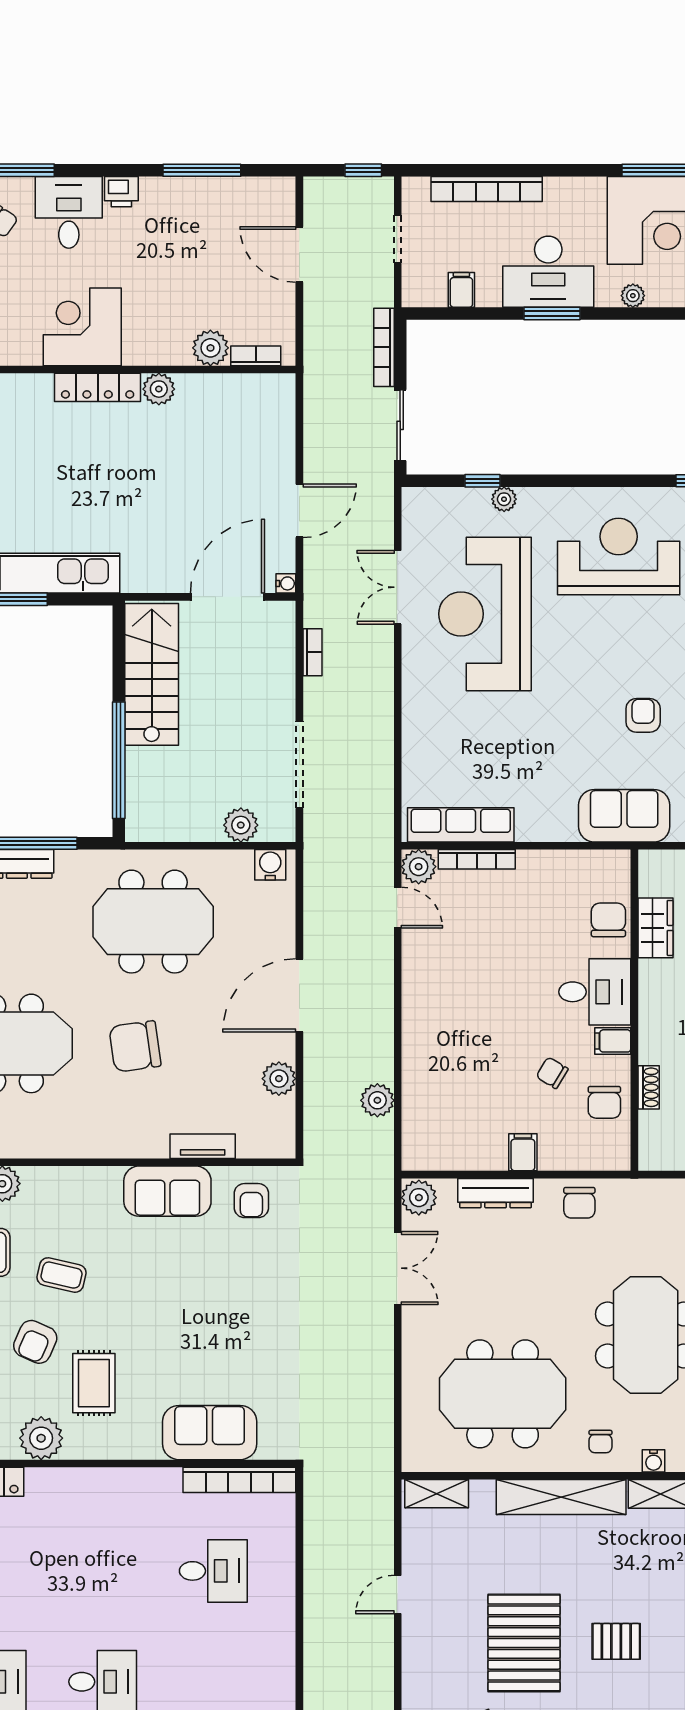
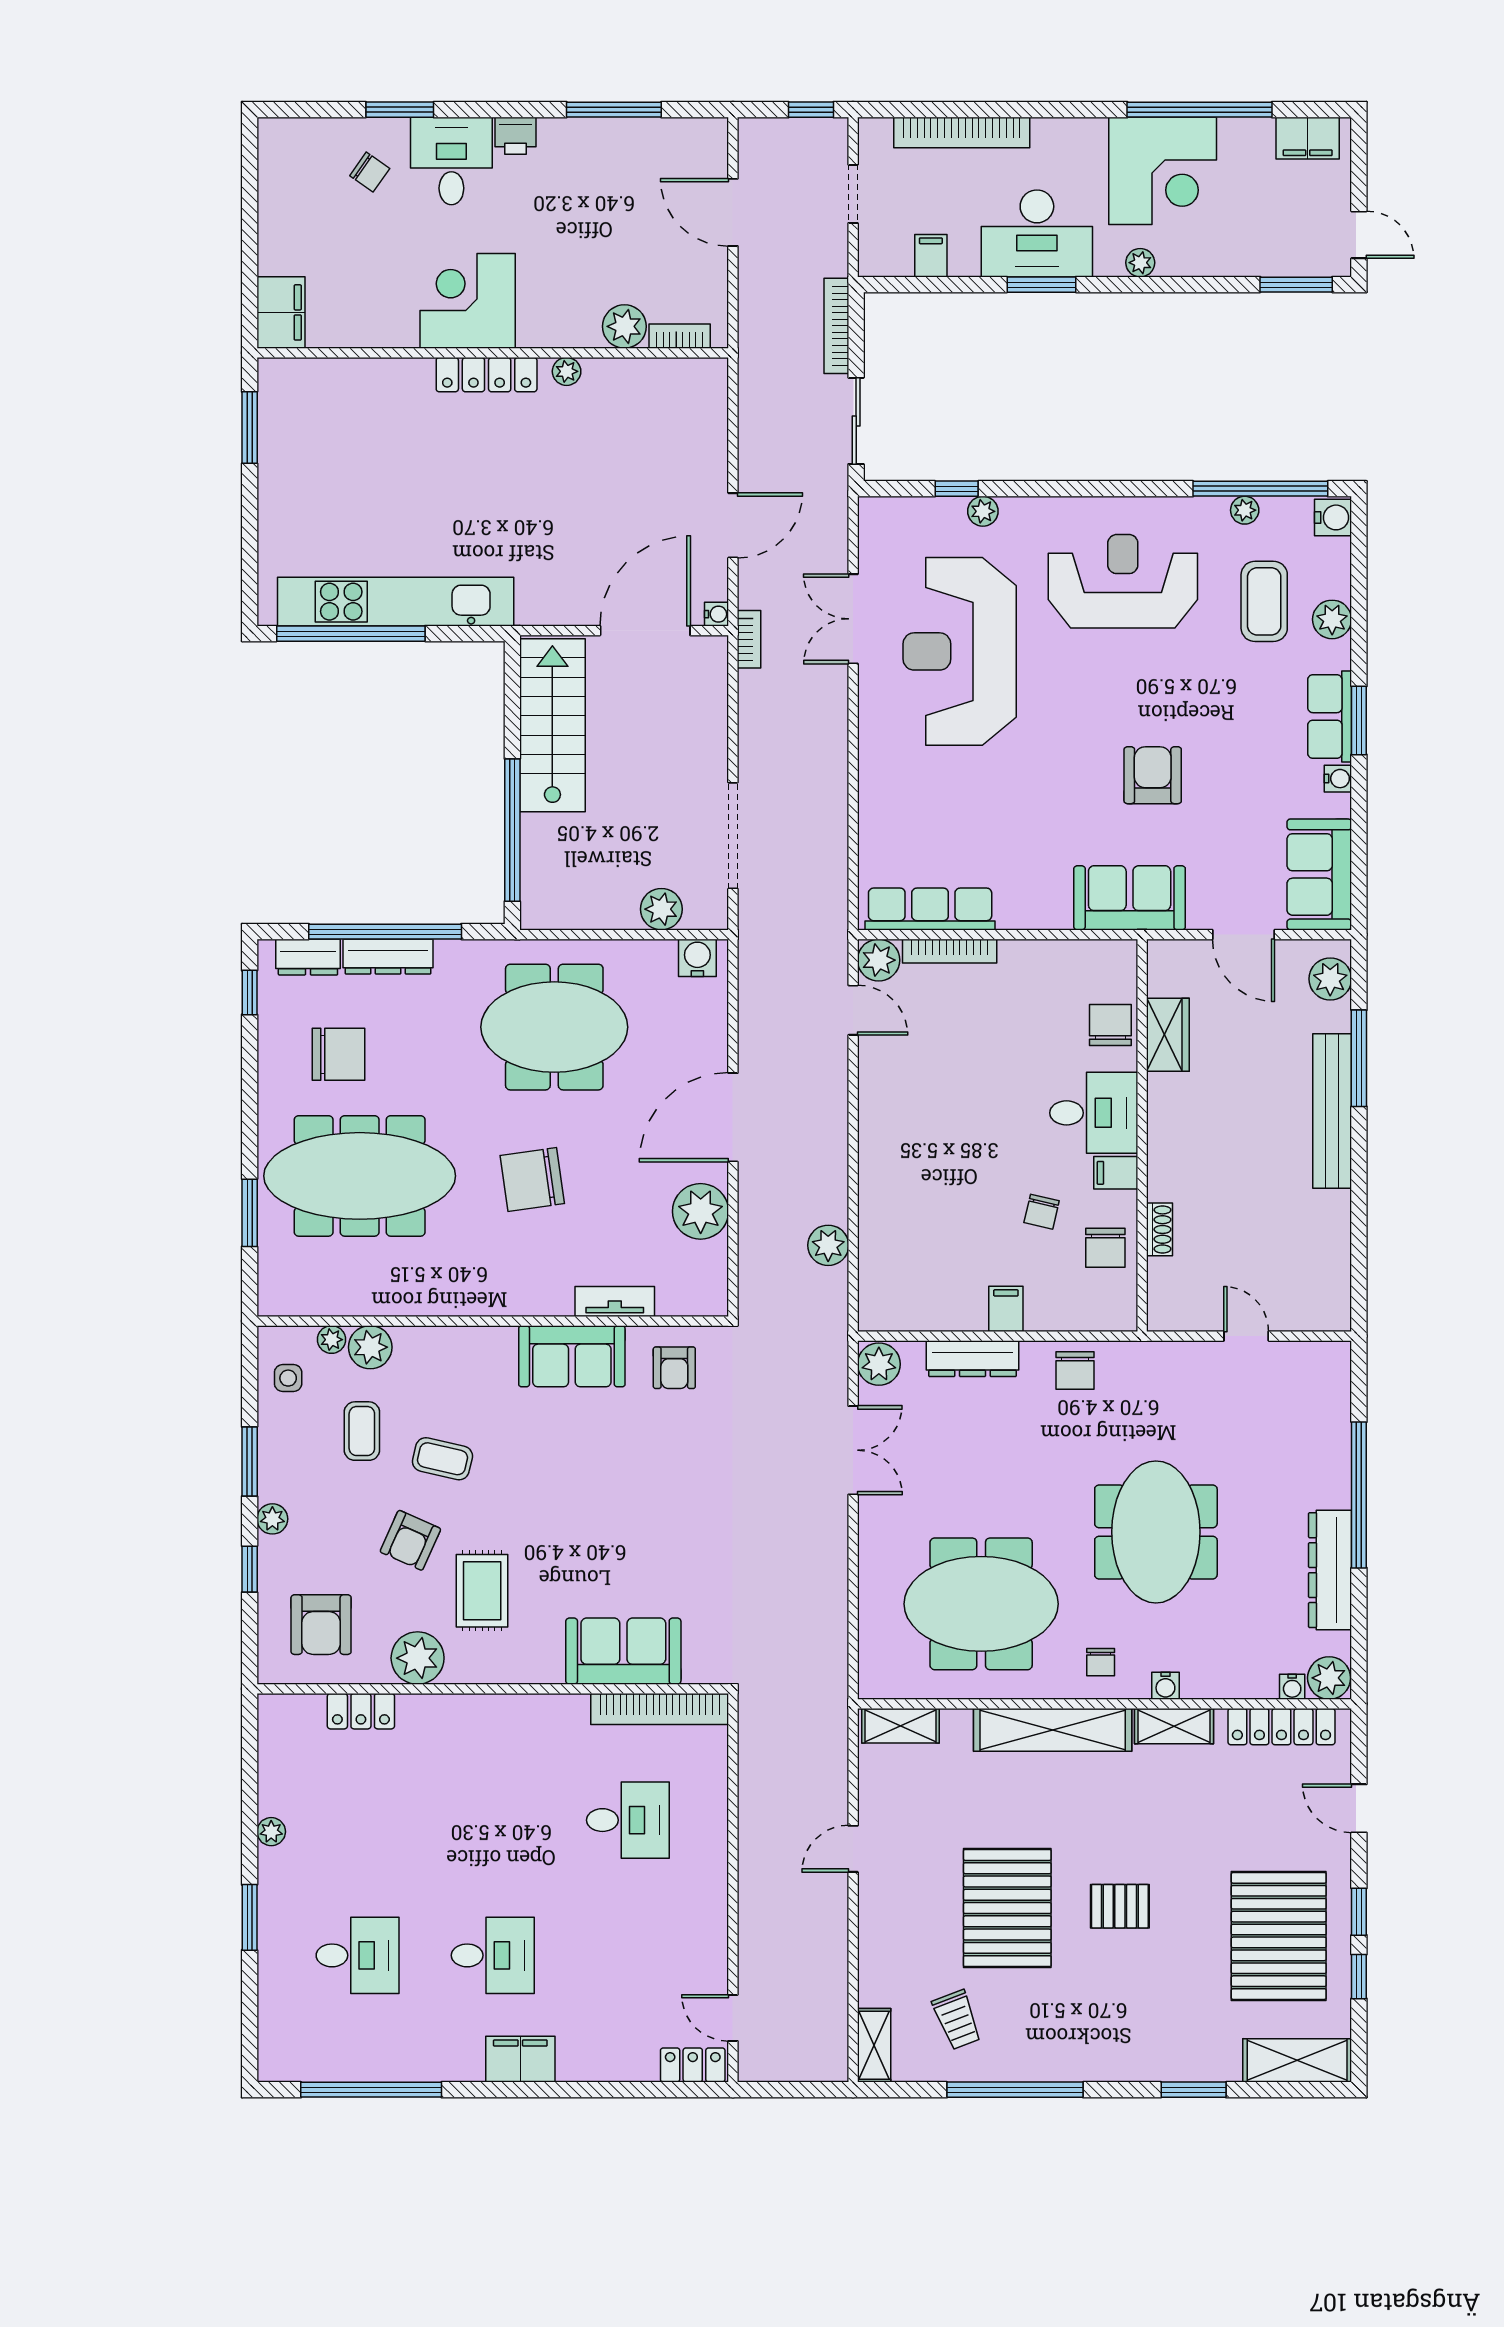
plant: (159, 389) -> (567, 371), width x0.73, depth x0.73
bookcase: (313, 652) -> (749, 639), moved
armchair: (643, 715) -> (1153, 775), width x1.38, depth x1.38
chair: (552, 1073) -> (1042, 1212), turned -108
plant: (279, 1079) -> (701, 1211), width x1.36, depth x1.36

